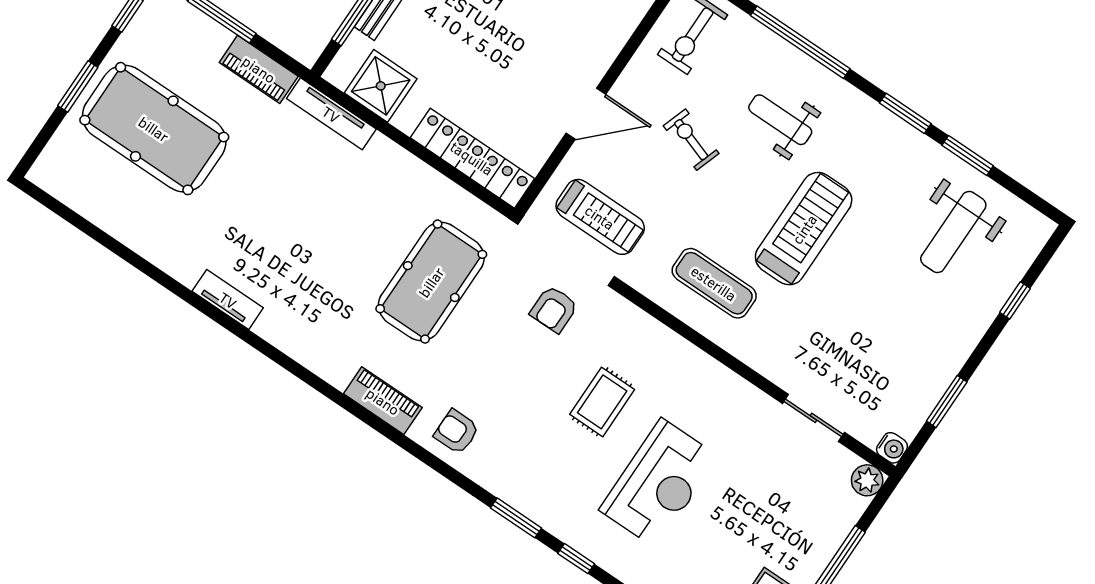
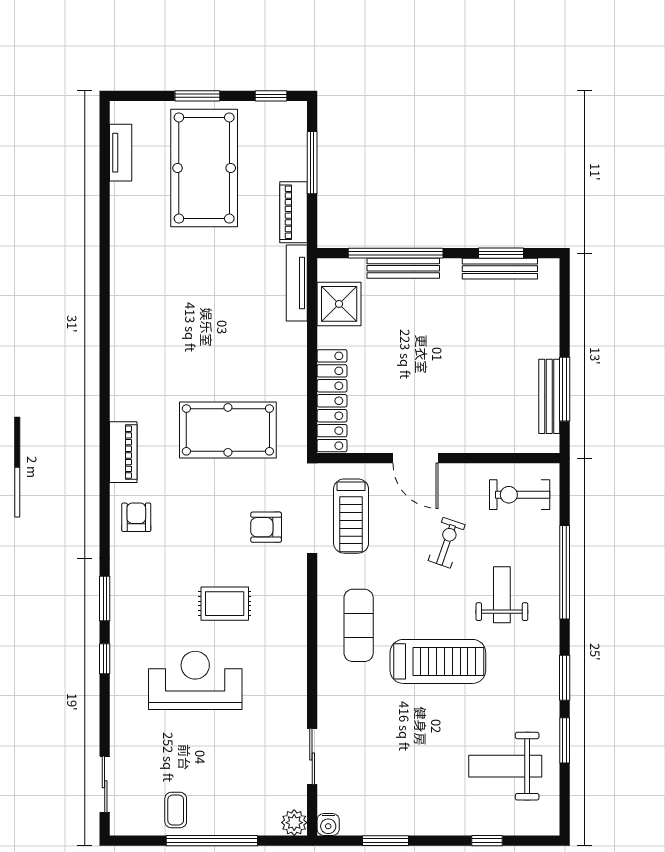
tv unit: (228, 300) -> (121, 153), moved
reception desk: (659, 483) -> (195, 680), turned 180

